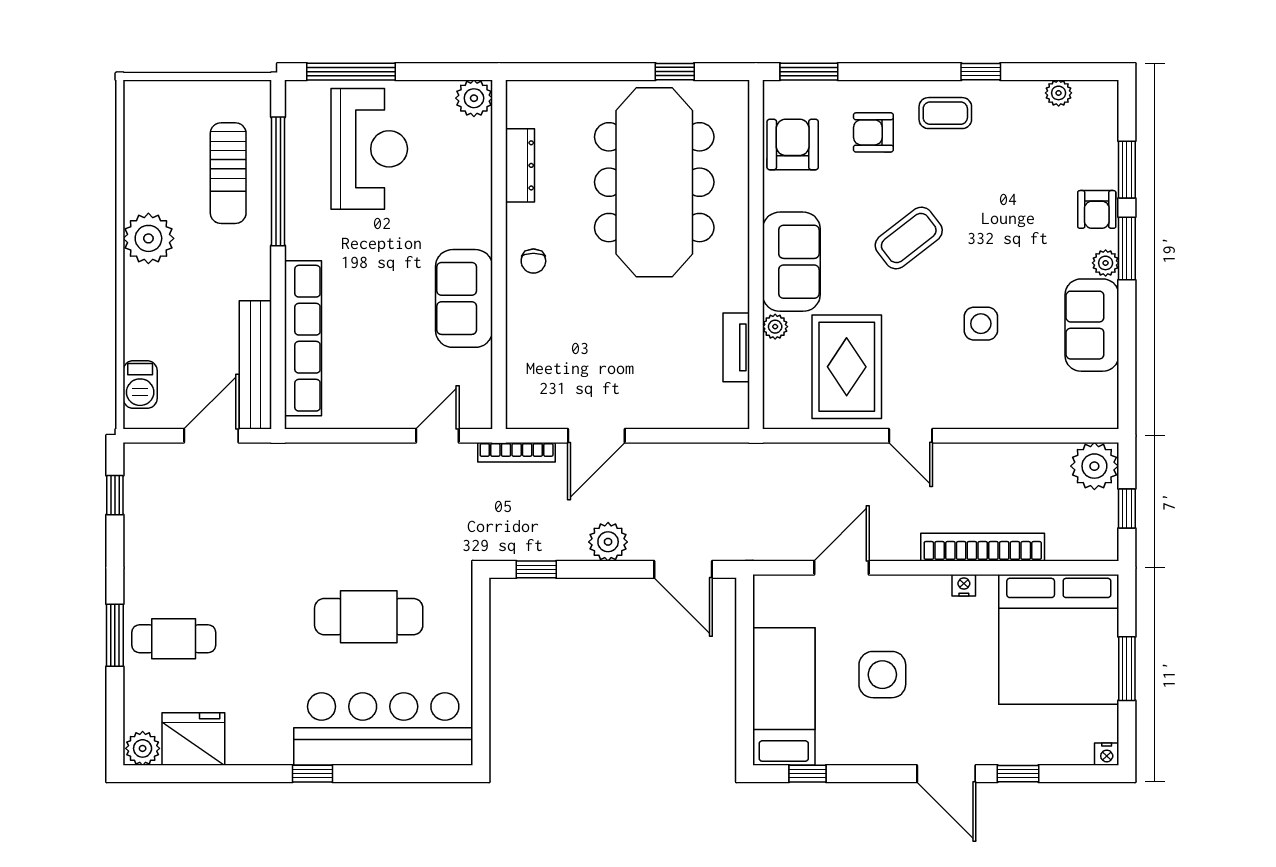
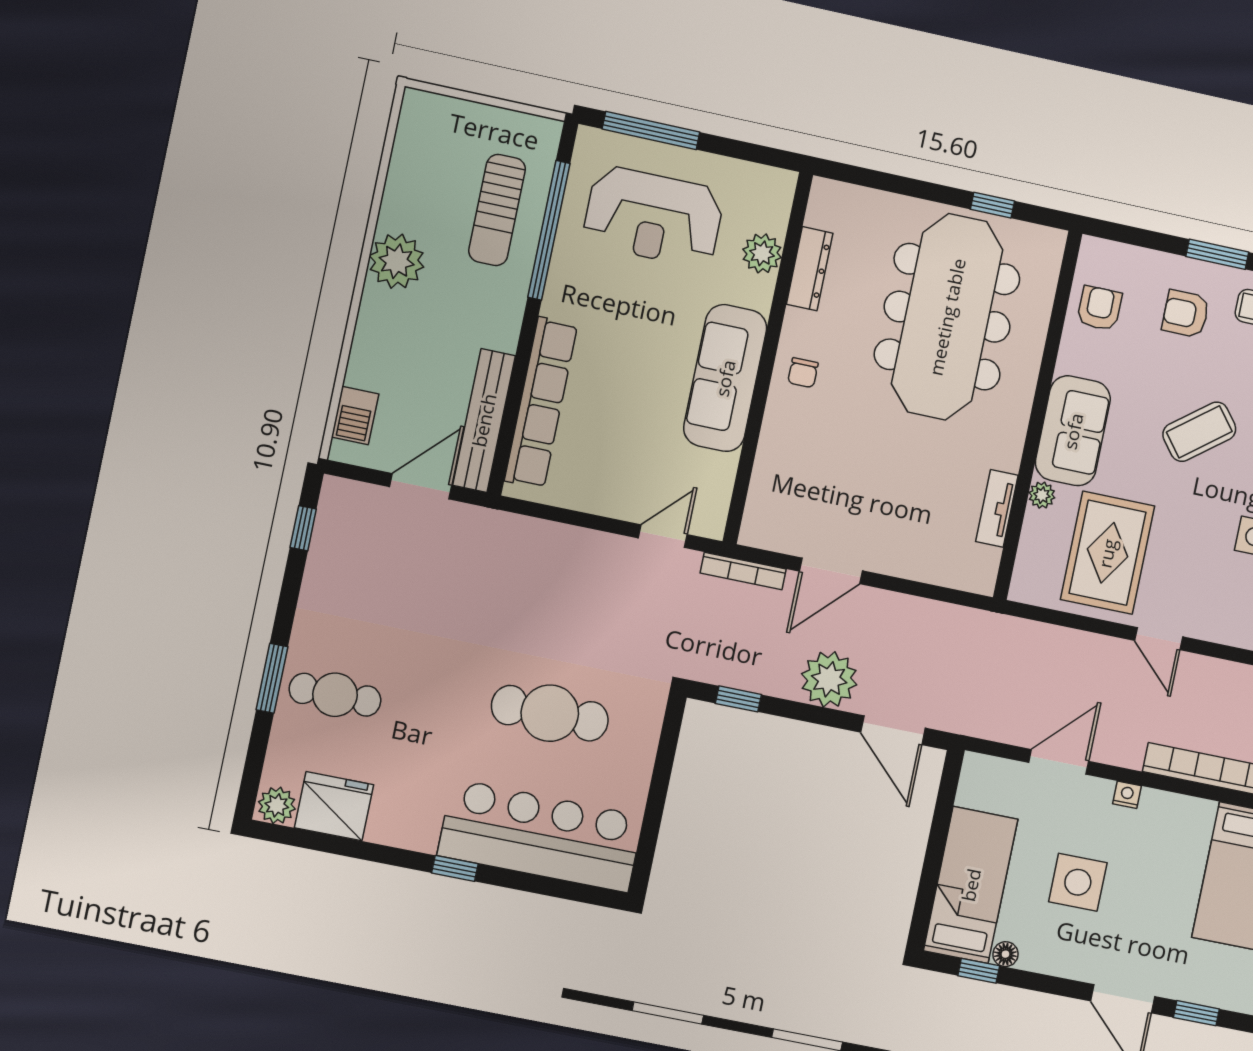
window: (809, 72) -> (1217, 254), moved
plant: (474, 98) -> (762, 253), moved
armchair: (793, 144) -> (1099, 308), width x0.72, depth x0.72
reception desk: (369, 149) -> (653, 217), turned 90
sofa: (464, 298) -> (725, 378), width x1.36
plant: (608, 542) -> (829, 679), width x1.36, depth x1.36
nightstand: (964, 585) -> (1127, 795), moved
floor lamp: (829, 754) -> (1005, 954), added

